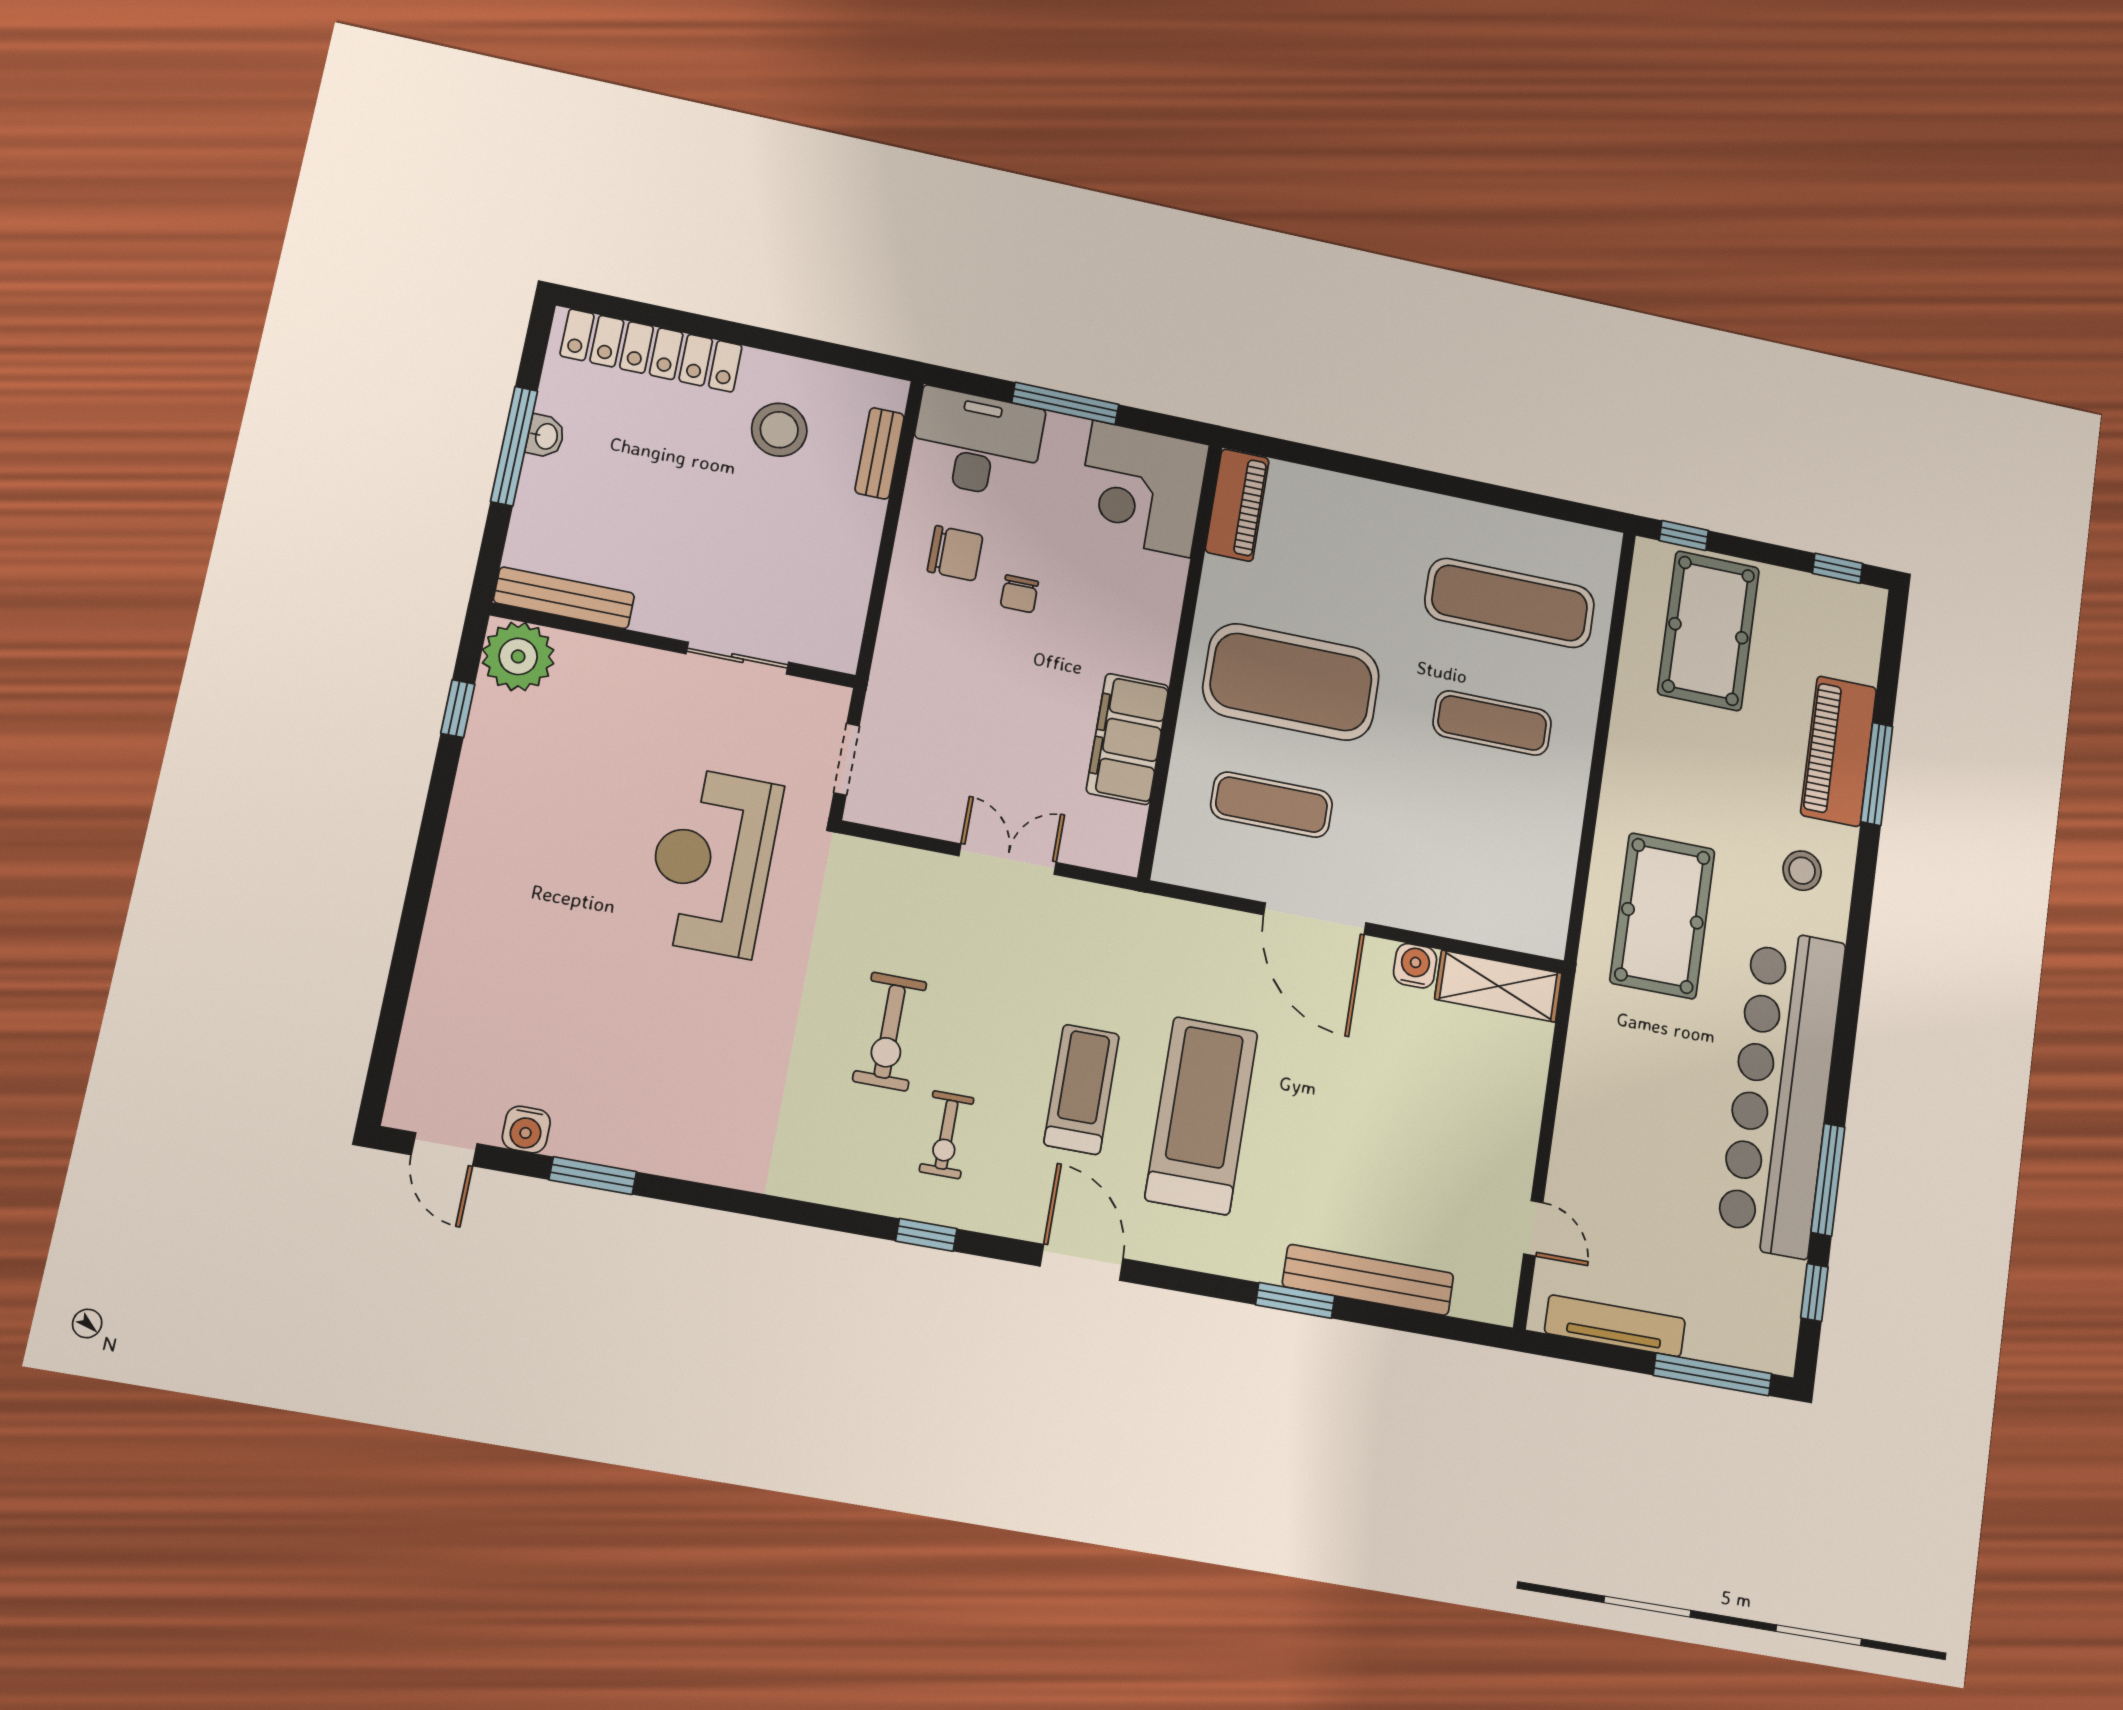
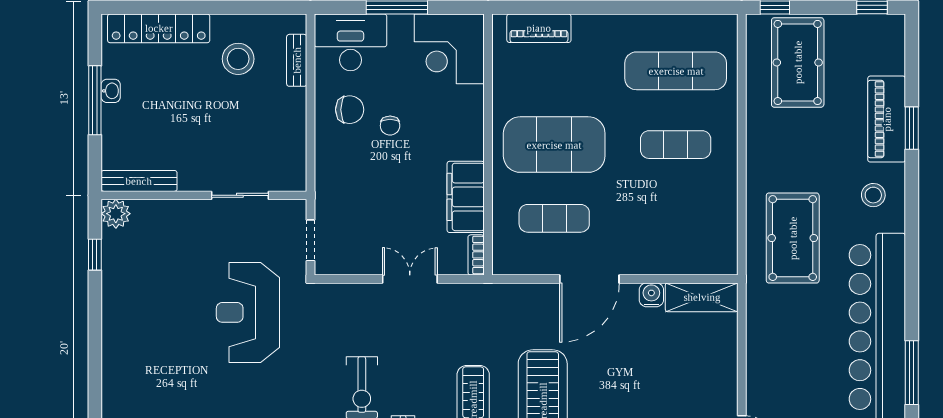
piano: (1237, 505) -> (539, 28), moved, turned 90
plant: (518, 656) -> (116, 214), width x0.73, depth x0.73
window: (1877, 774) -> (912, 128), width x0.69
bookcase: (1129, 840) -> (476, 255), added
door: (1315, 919) -> (589, 279), hinge flipped

